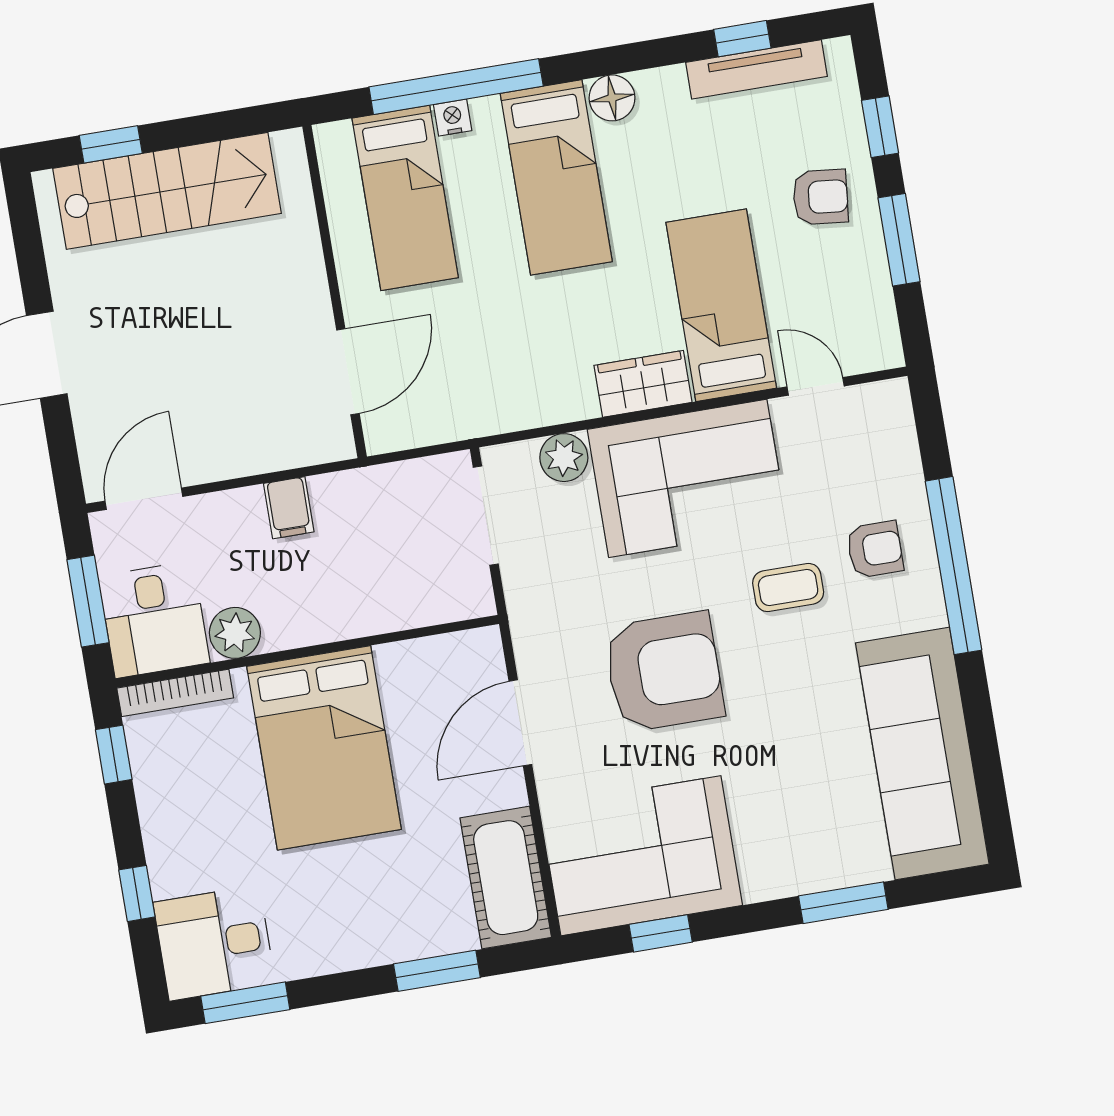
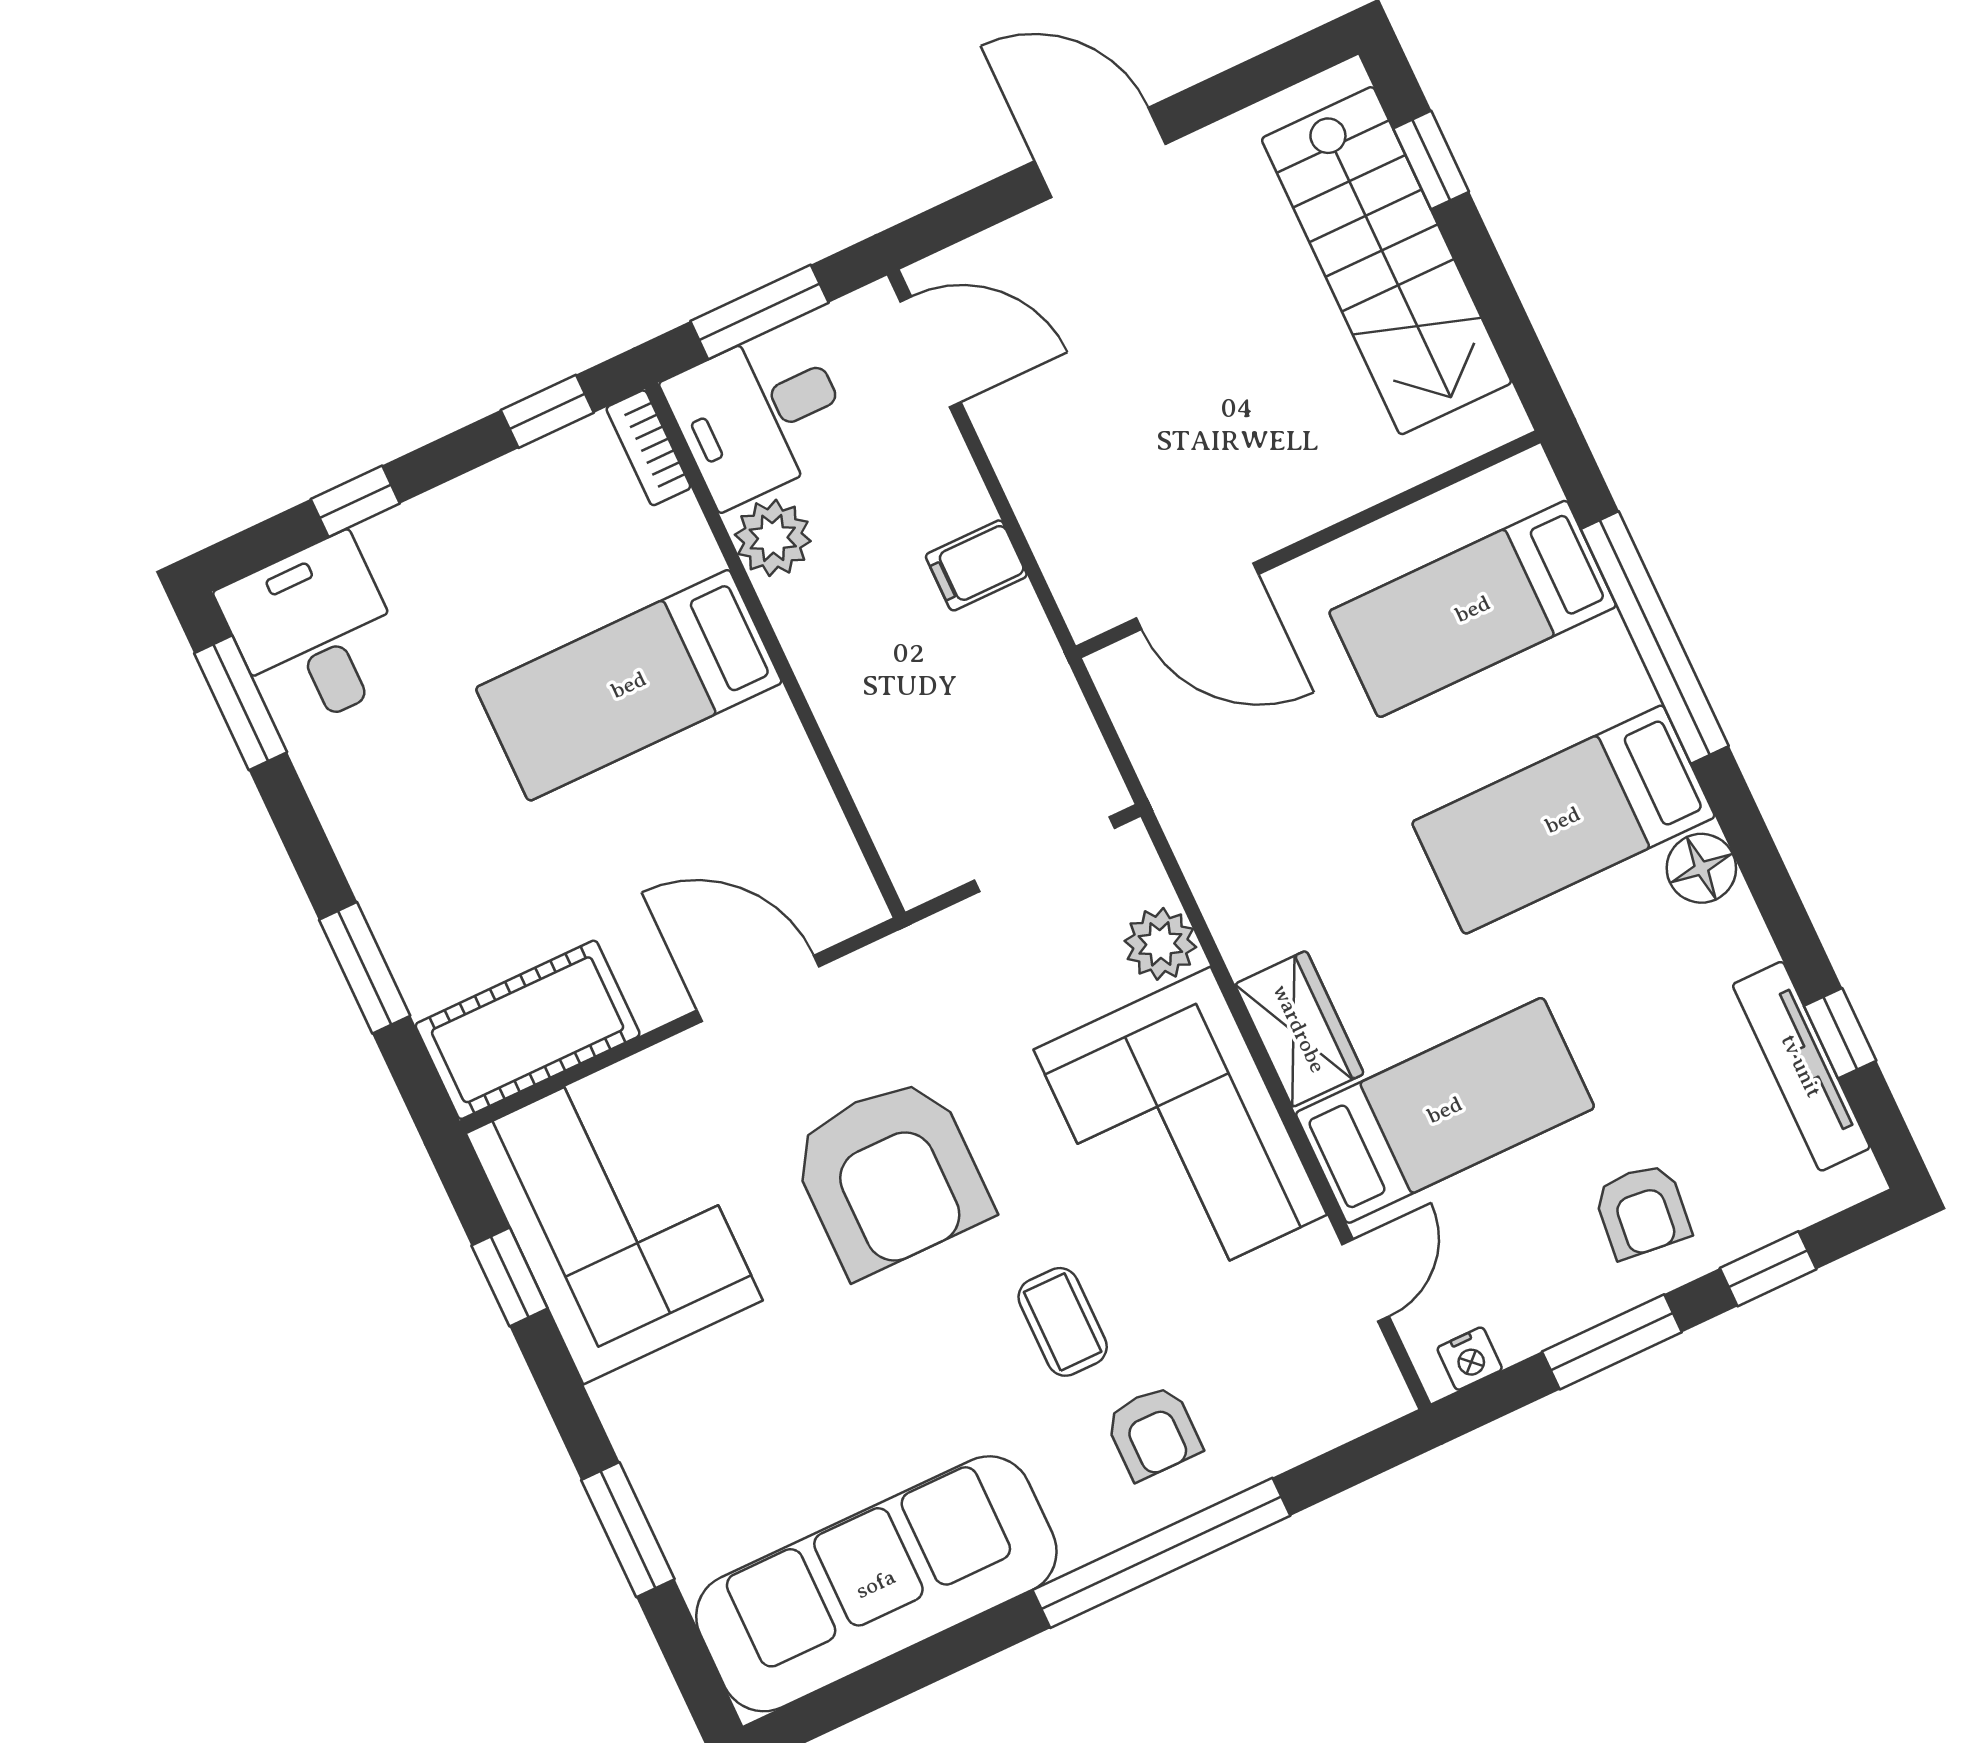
nightstand: (453, 118) -> (1470, 1359), moved, turned 90
bookcase: (175, 693) -> (648, 448), width x0.64
bed: (324, 748) -> (629, 685), width x0.67

